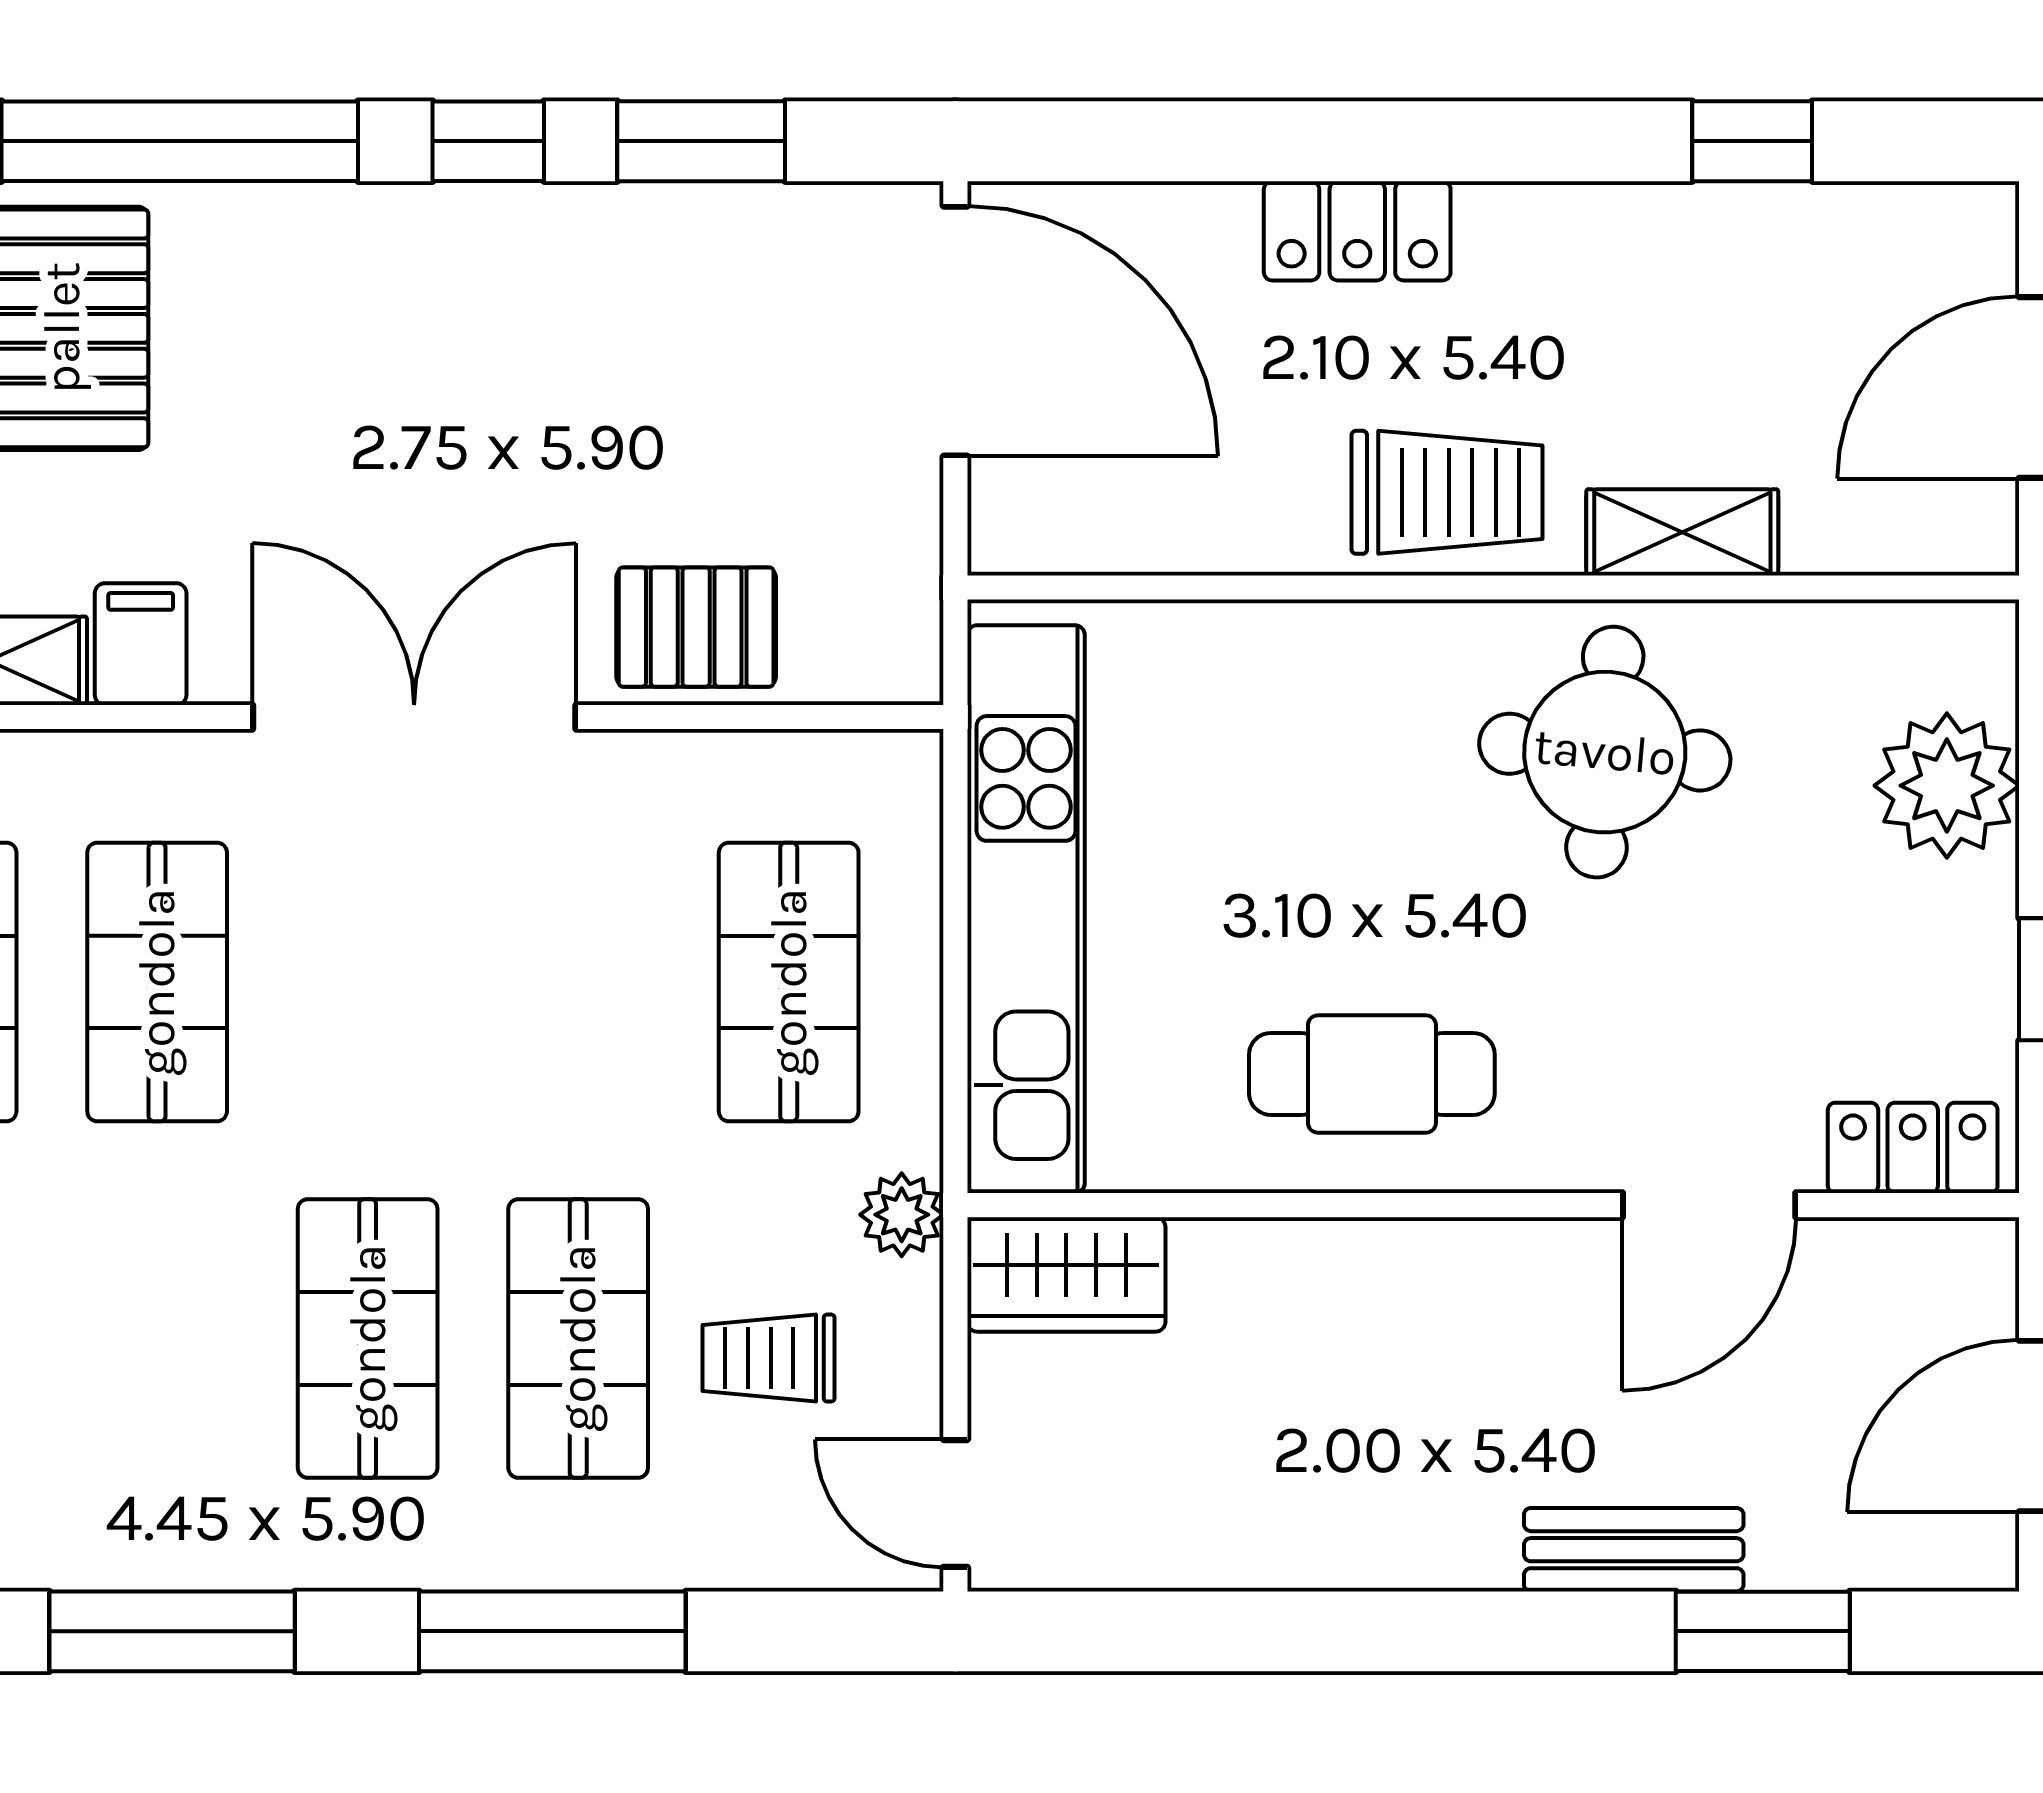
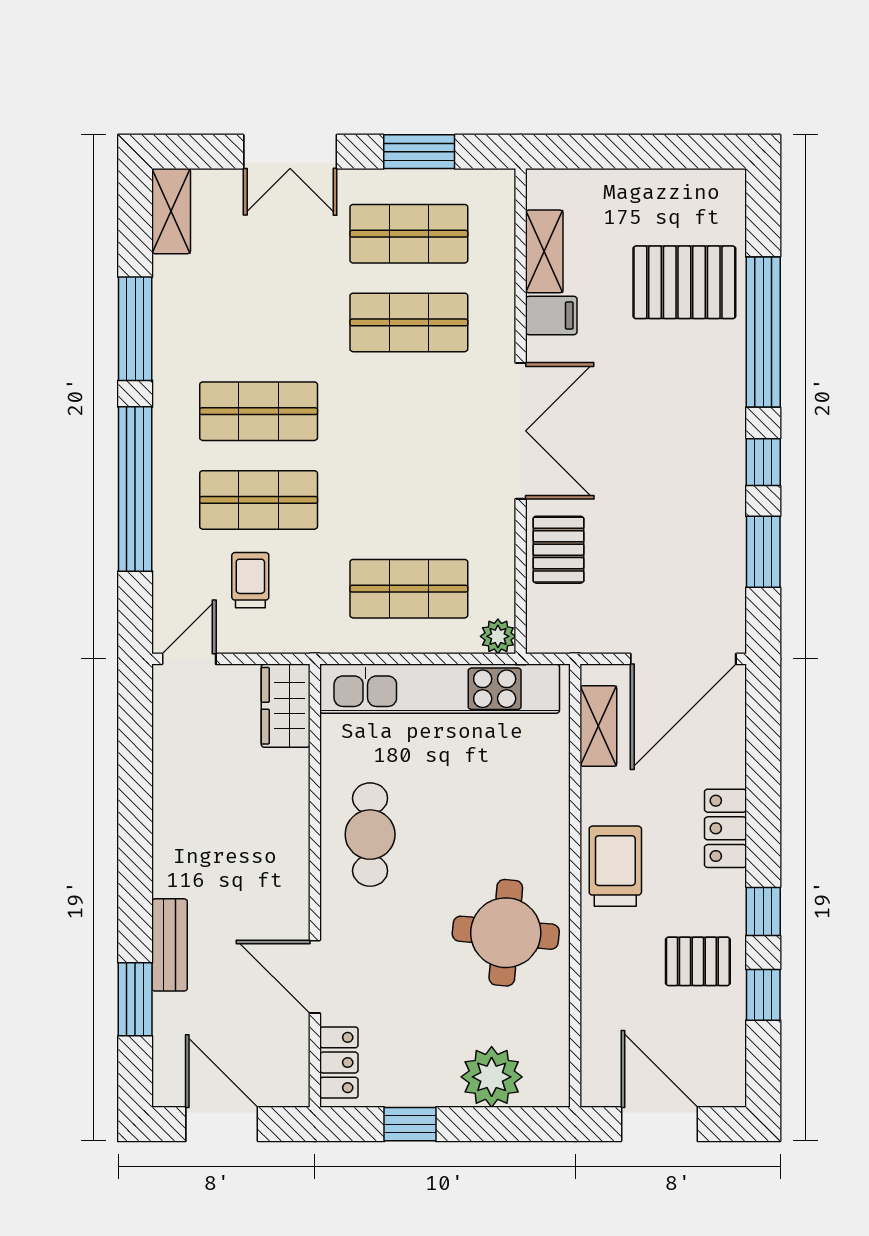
window: (1554, 141) -> (763, 911), added
pallet: (1673, 296) -> (698, 961), added
trolley: (1447, 492) -> (615, 866), turned 180
shelving: (1682, 532) -> (598, 726), moved
plant: (902, 1215) -> (498, 636), moved
window: (552, 1631) -> (135, 489), width x1.46

